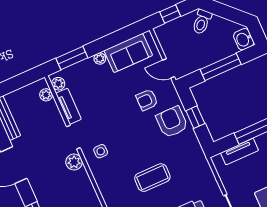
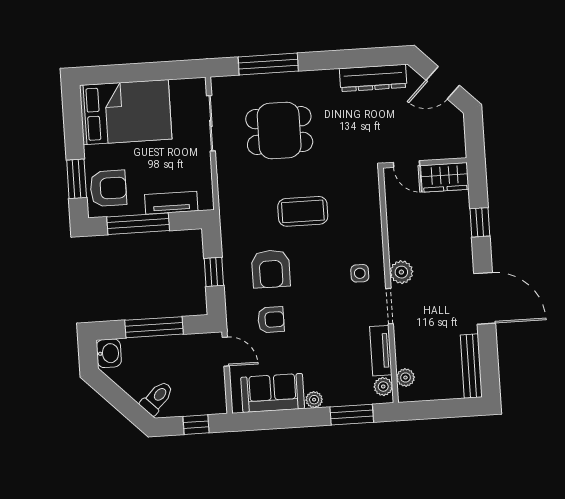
armchair: (172, 122) -> (271, 269), moved

